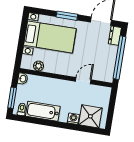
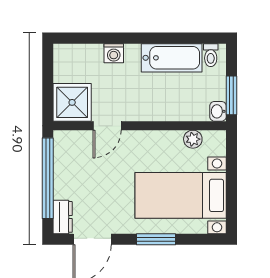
window: (12, 98) -> (232, 95), moved
shower: (90, 116) -> (72, 102), moved

